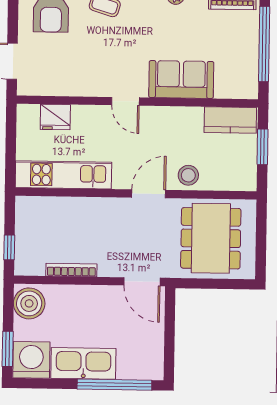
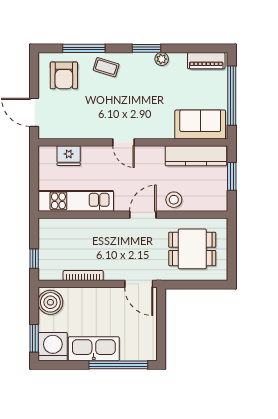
sofa: (181, 79) -> (200, 125), moved
kitchen counter: (230, 120) -> (196, 156), width x1.50
dining table: (211, 238) -> (192, 249), width x0.73

